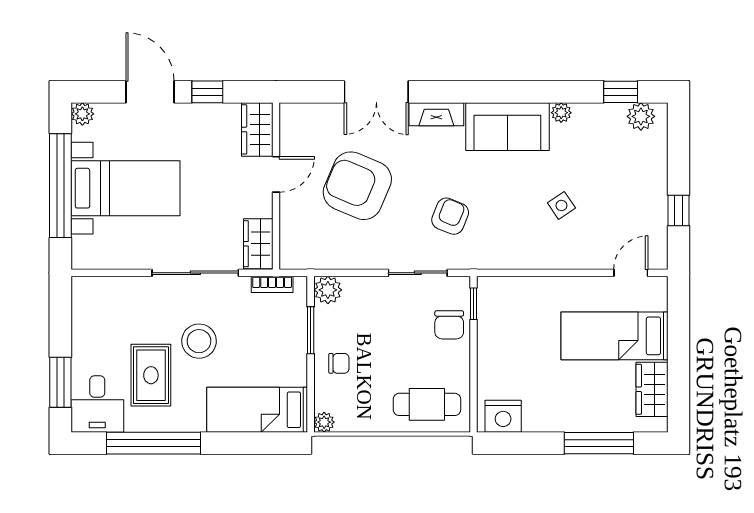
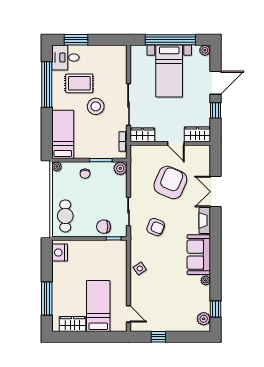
side table: (561, 205) -> (140, 268), moved

